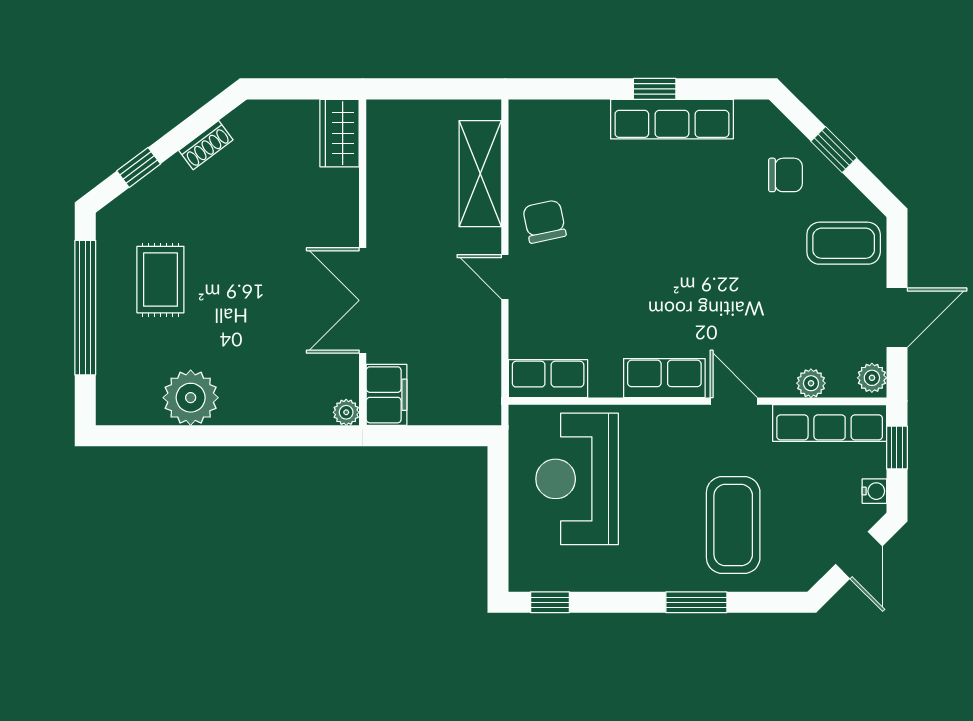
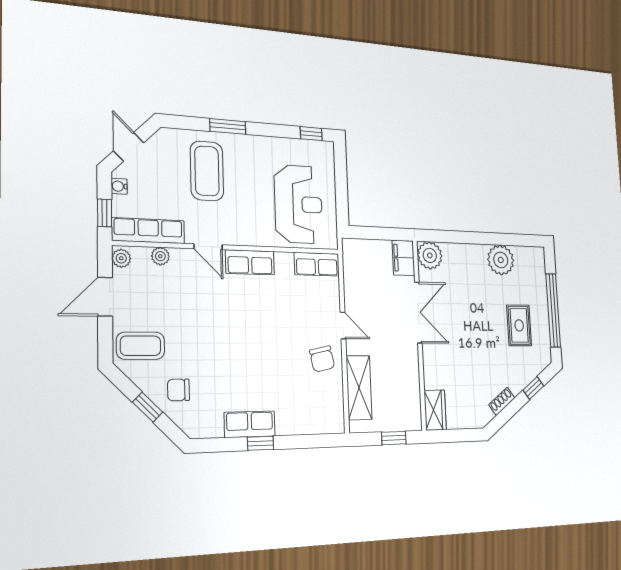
window: (420, 89) -> (394, 438), added
row of seats: (672, 119) -> (250, 424), width x0.68
plant: (346, 412) -> (430, 255), width x1.88, depth x1.88

